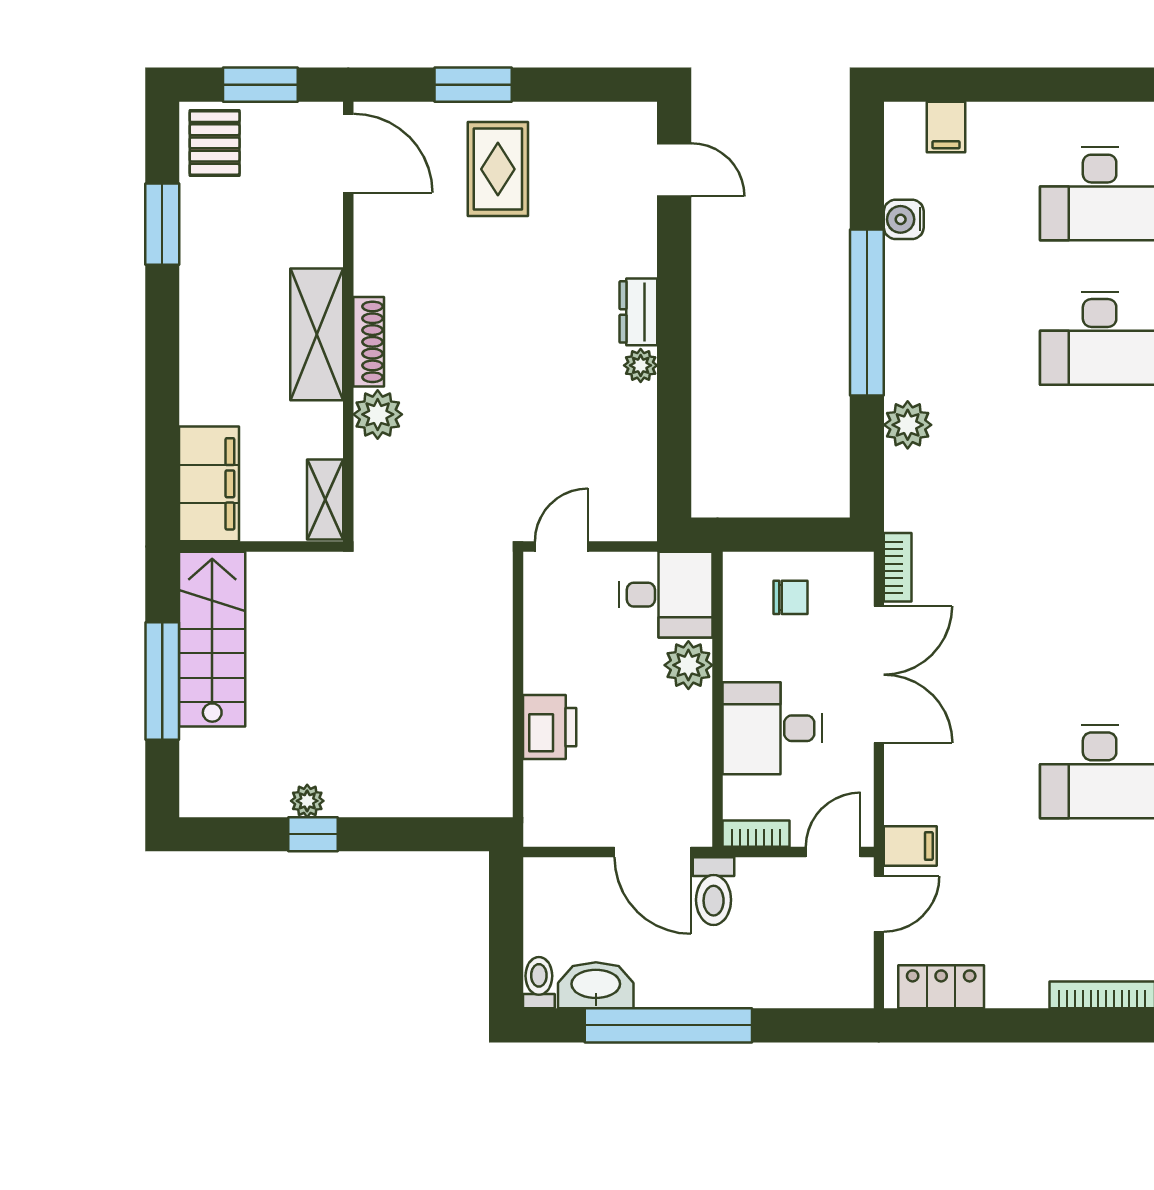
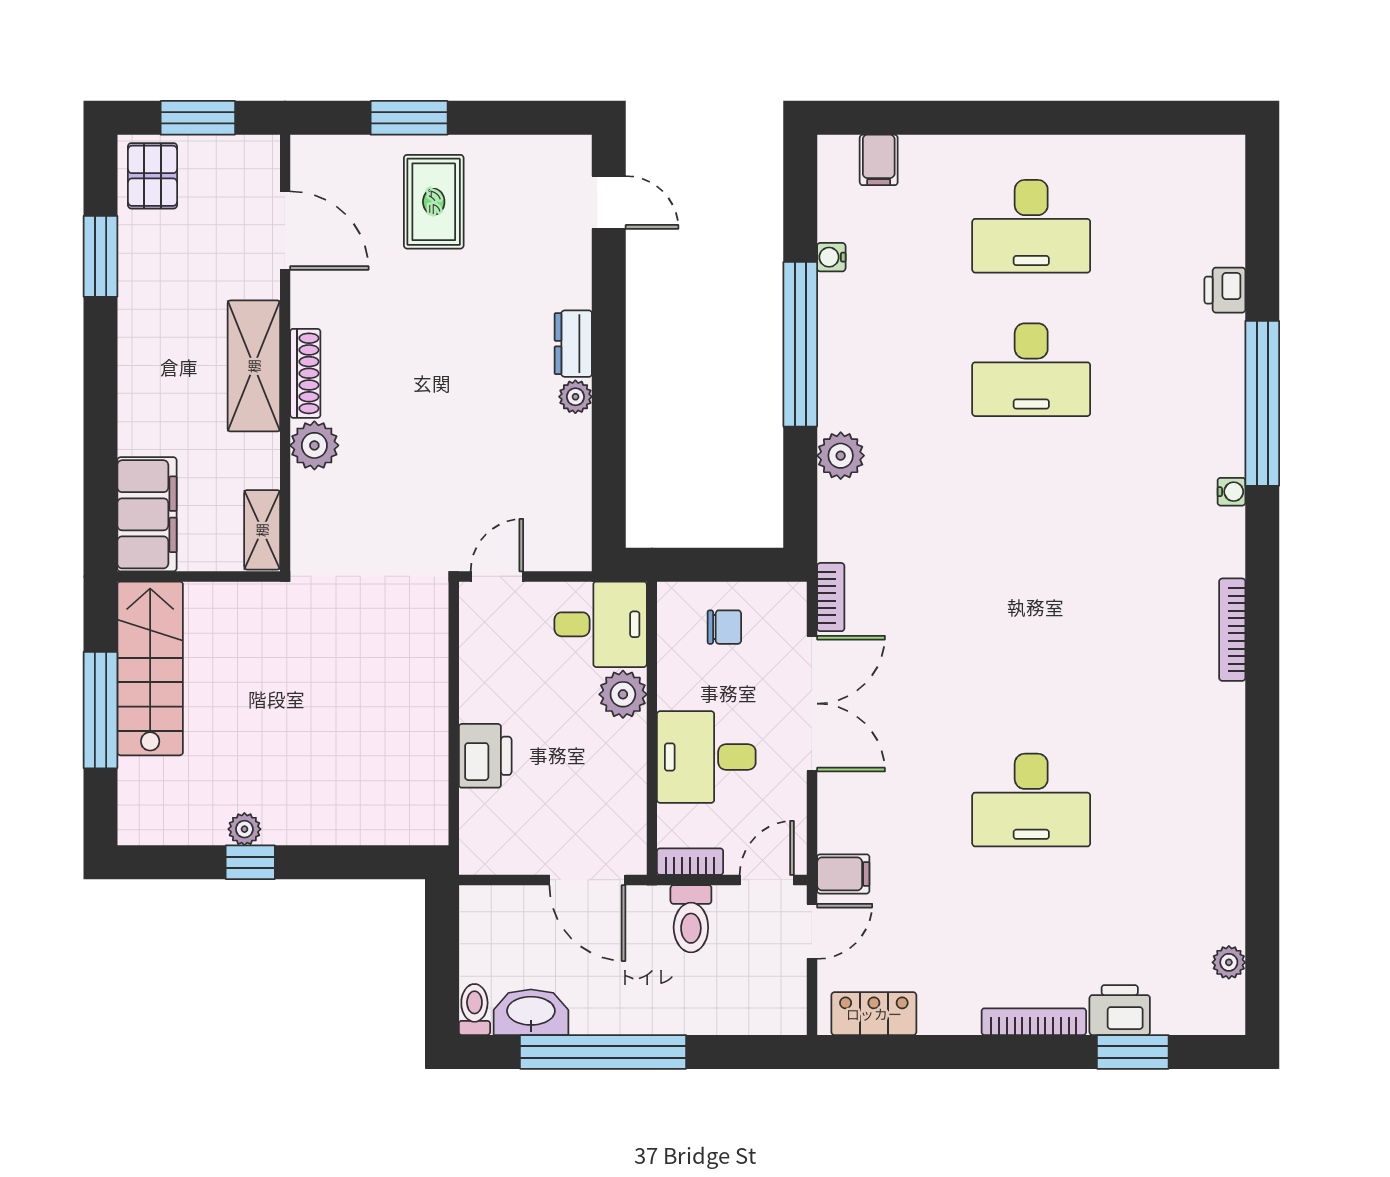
door: (348, 153) -> (285, 231), moved
water cooler: (904, 219) -> (831, 257), width x0.72, depth x0.72
toilet: (714, 891) -> (691, 919), moved

